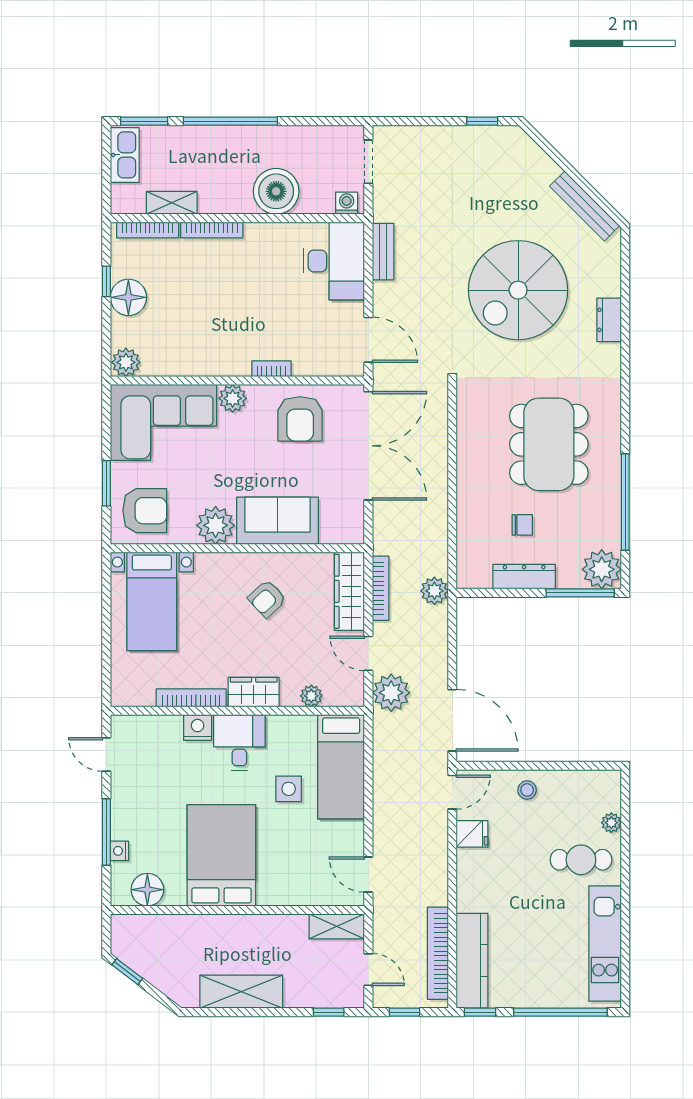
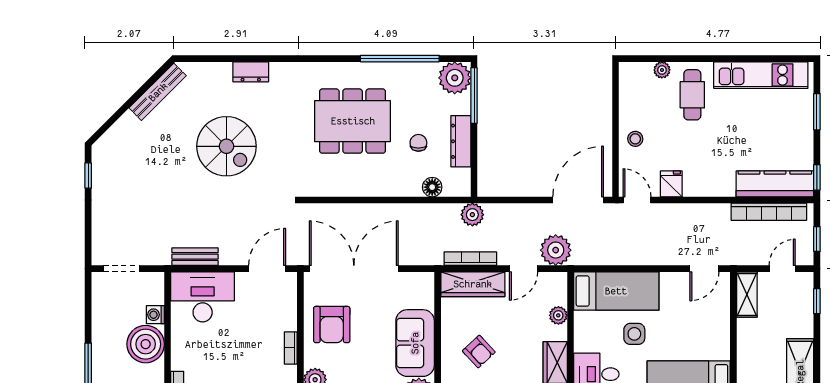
washing machine: (347, 203) -> (155, 315), moved
spiral stairs: (518, 290) -> (226, 146), width x0.73, depth x0.73
armchair: (300, 419) -> (332, 325), turned 90
floor lamp: (468, 542) -> (432, 187), added
window: (560, 1012) -> (817, 112), width x0.47

